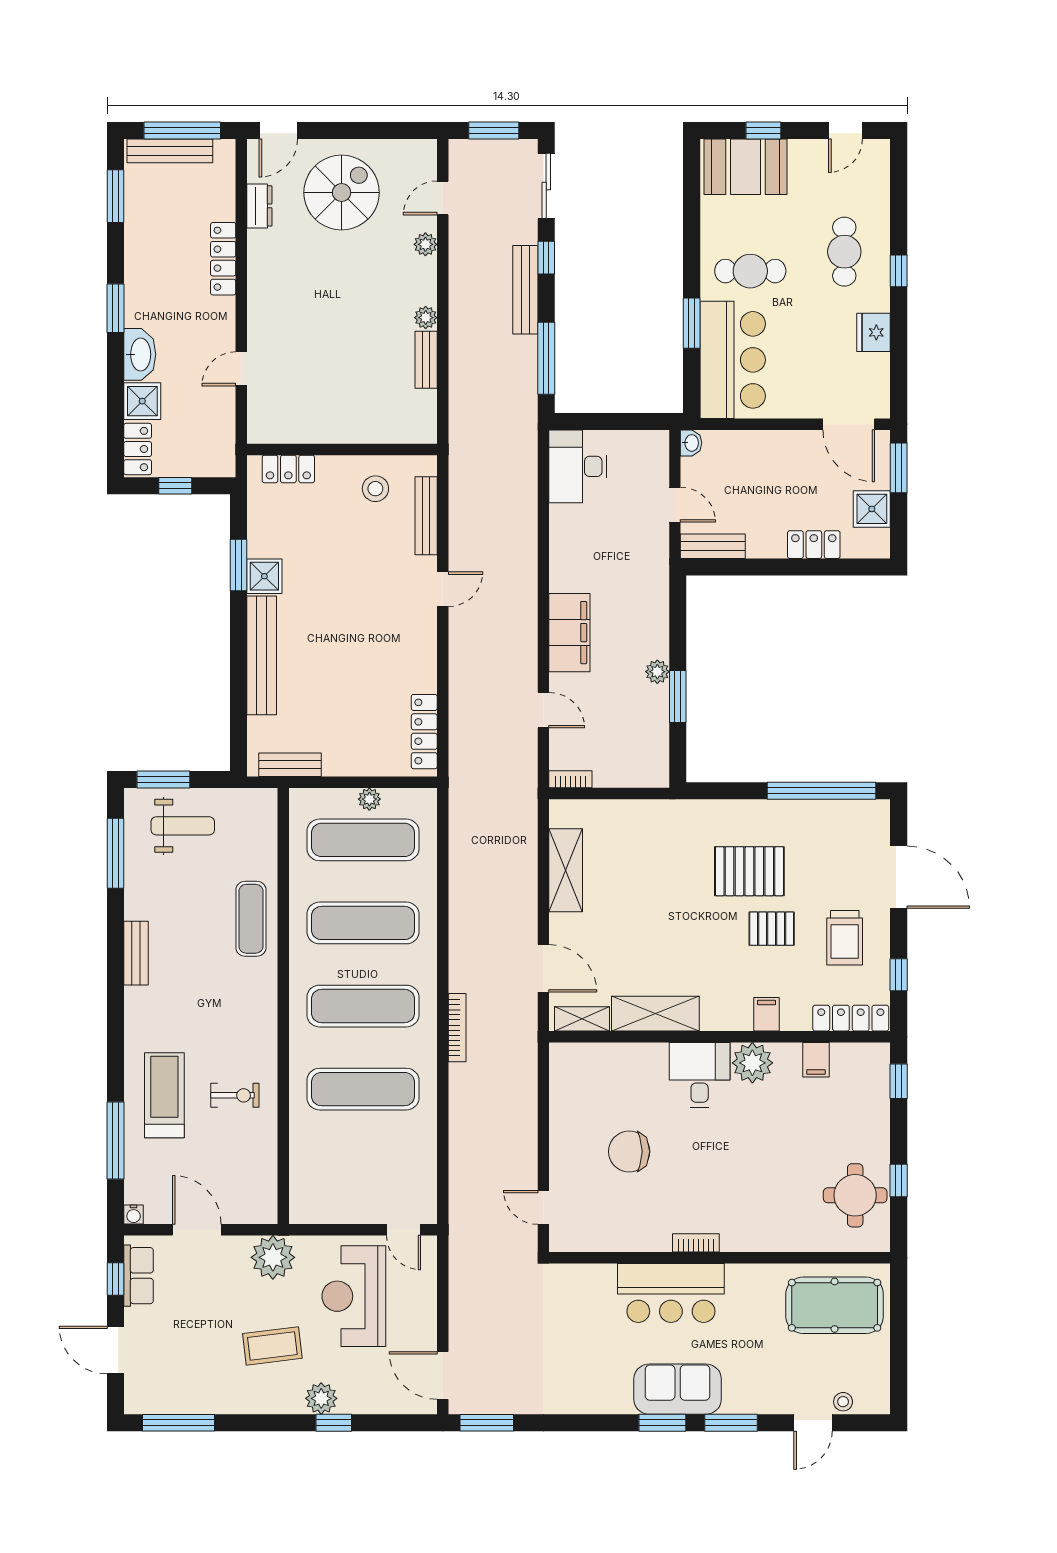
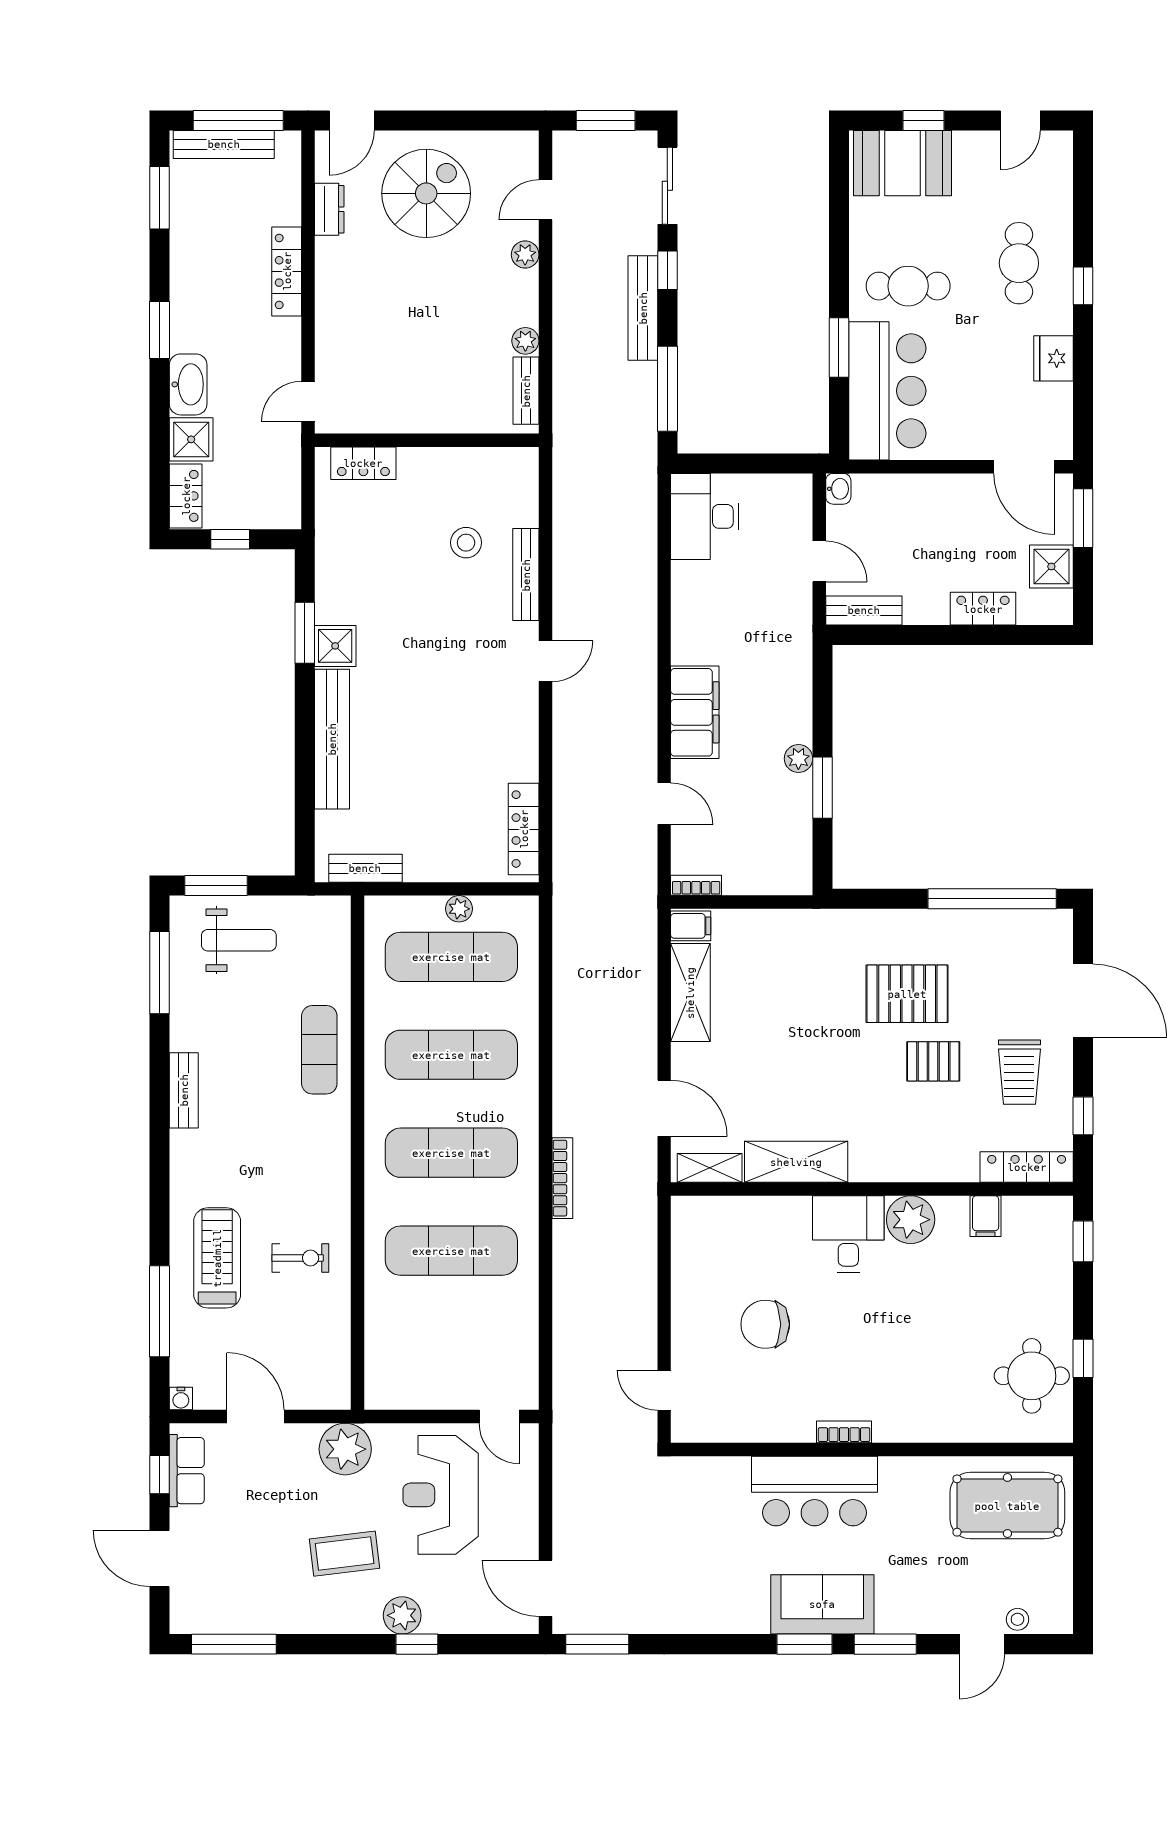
wall: (342, 449) -> (427, 440), moved
locker: (288, 469) -> (363, 463), moved
filing cabinet: (766, 1014) -> (691, 926), moved, turned 90

